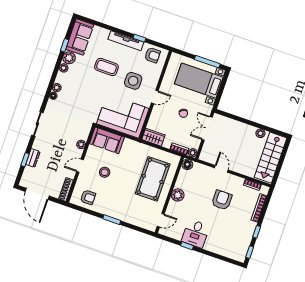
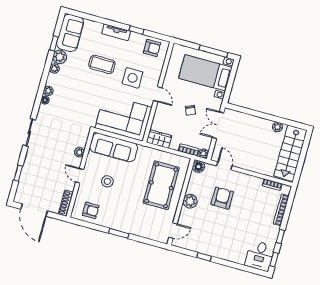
tv unit: (126, 41) -> (116, 32), width x0.71
door: (155, 97) -> (158, 94), hinge flipped
sofa: (107, 140) -> (114, 147), width x1.36
dresser: (33, 158) -> (27, 171), removed
door: (80, 166) -> (80, 176), hinge flipped
door: (221, 169) -> (224, 166), moved
armchair: (222, 200) -> (222, 198), moved
desk: (196, 234) -> (260, 256), moved

